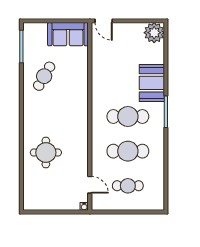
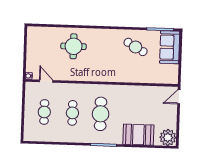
sofa: (68, 34) -> (170, 47), moved
booth: (152, 83) -> (138, 135), moved
cafe table: (128, 151) -> (72, 113), width x0.73, depth x0.74
door: (90, 185) -> (46, 81), swing flipped

